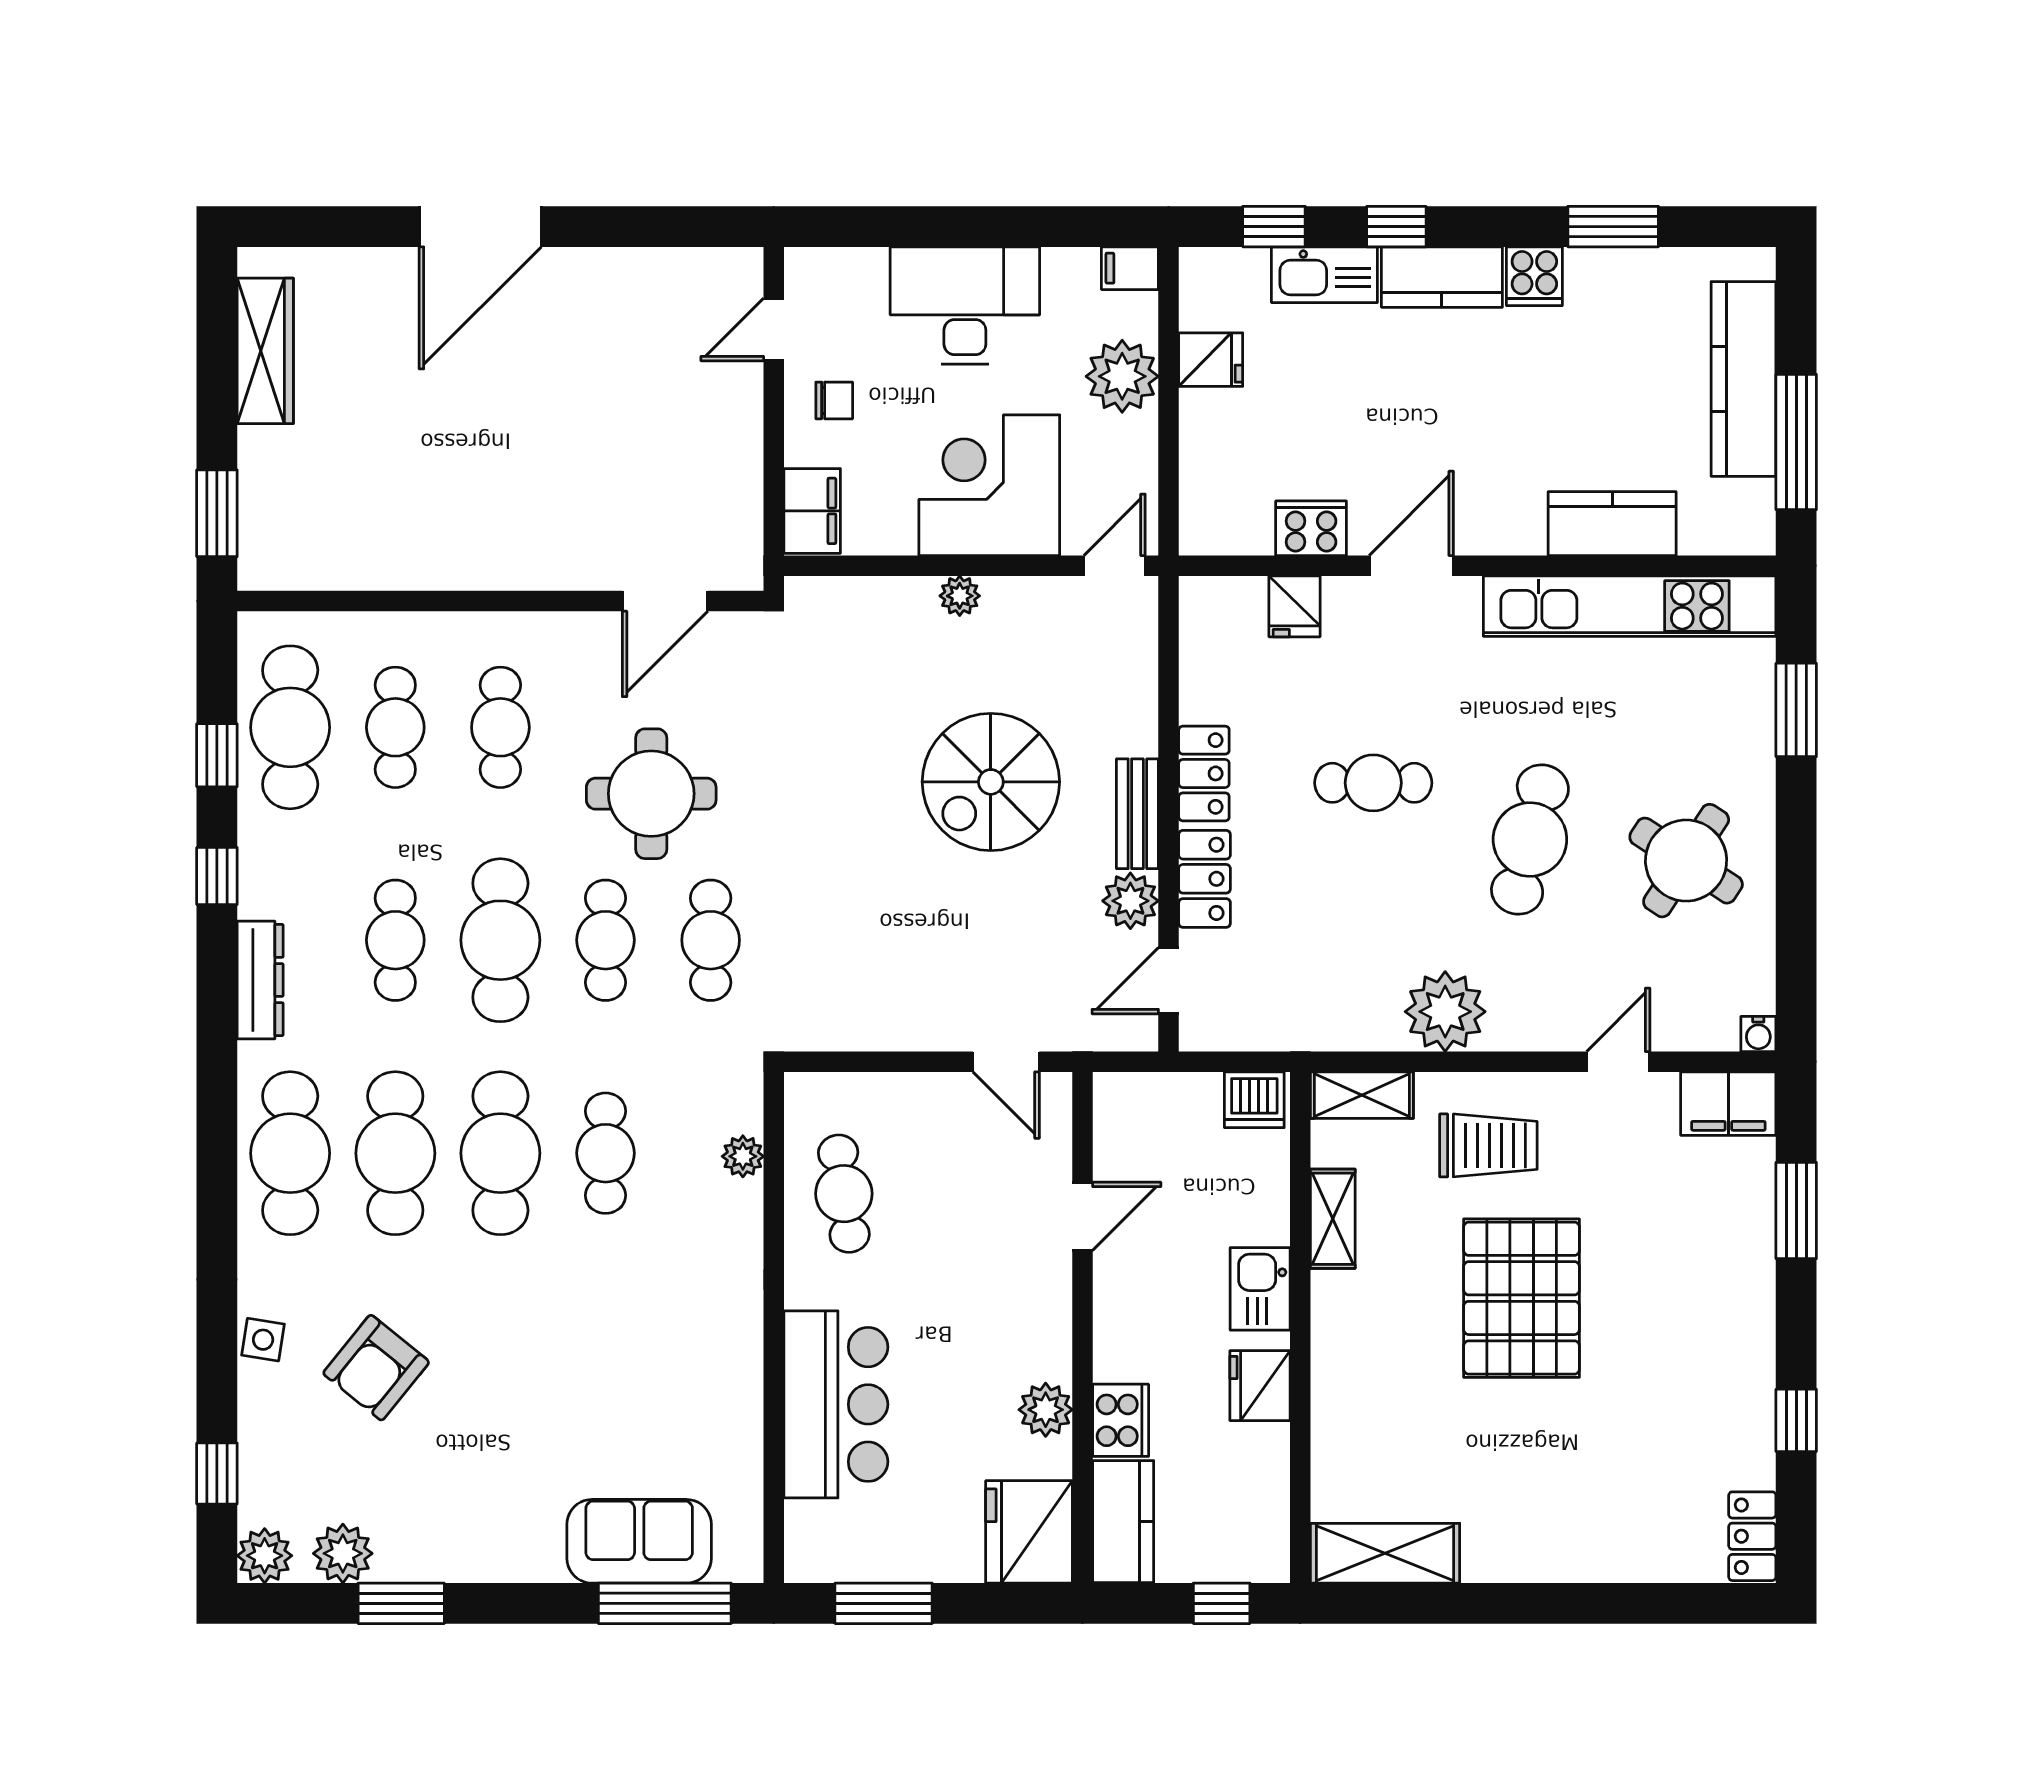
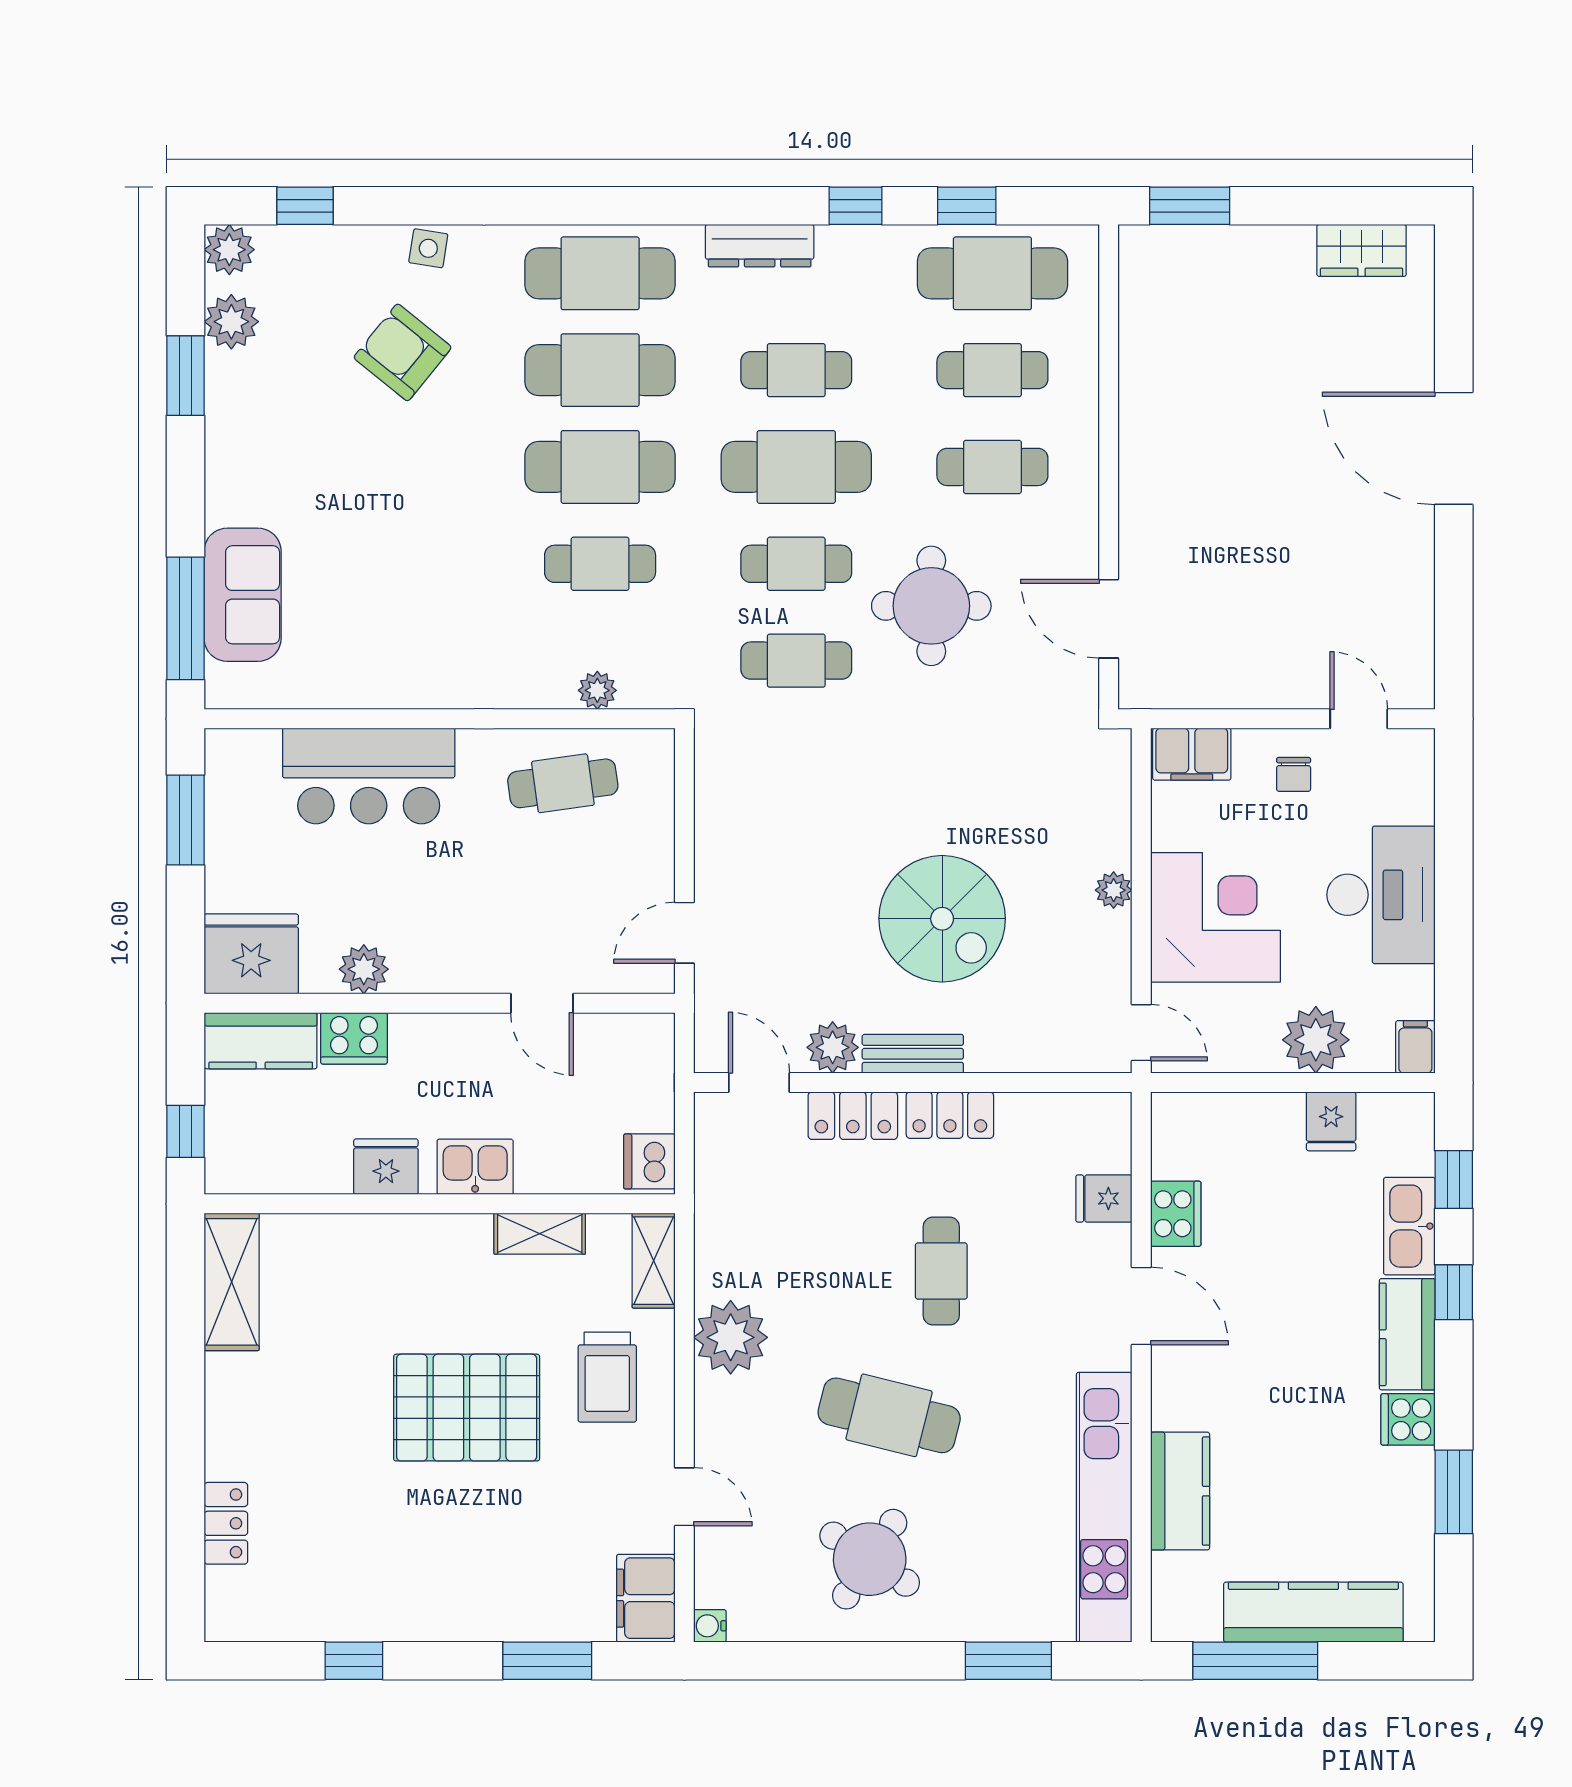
wardrobe: (265, 351) -> (1362, 250), width x0.67
spiral stairs: (991, 782) -> (942, 919), turned 180
locker: (1752, 1536) -> (226, 1523), moved, turned 90

